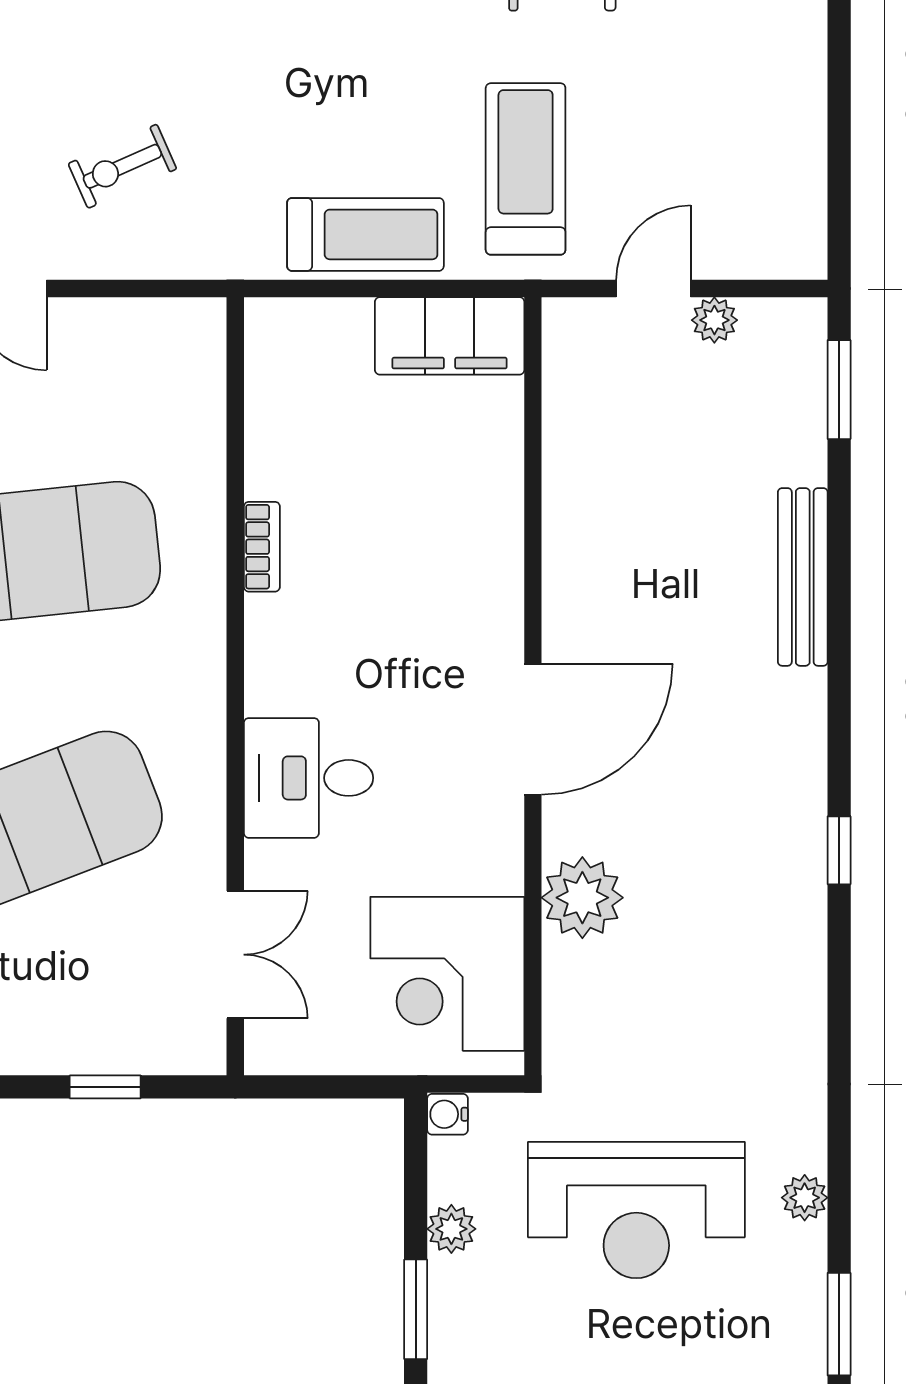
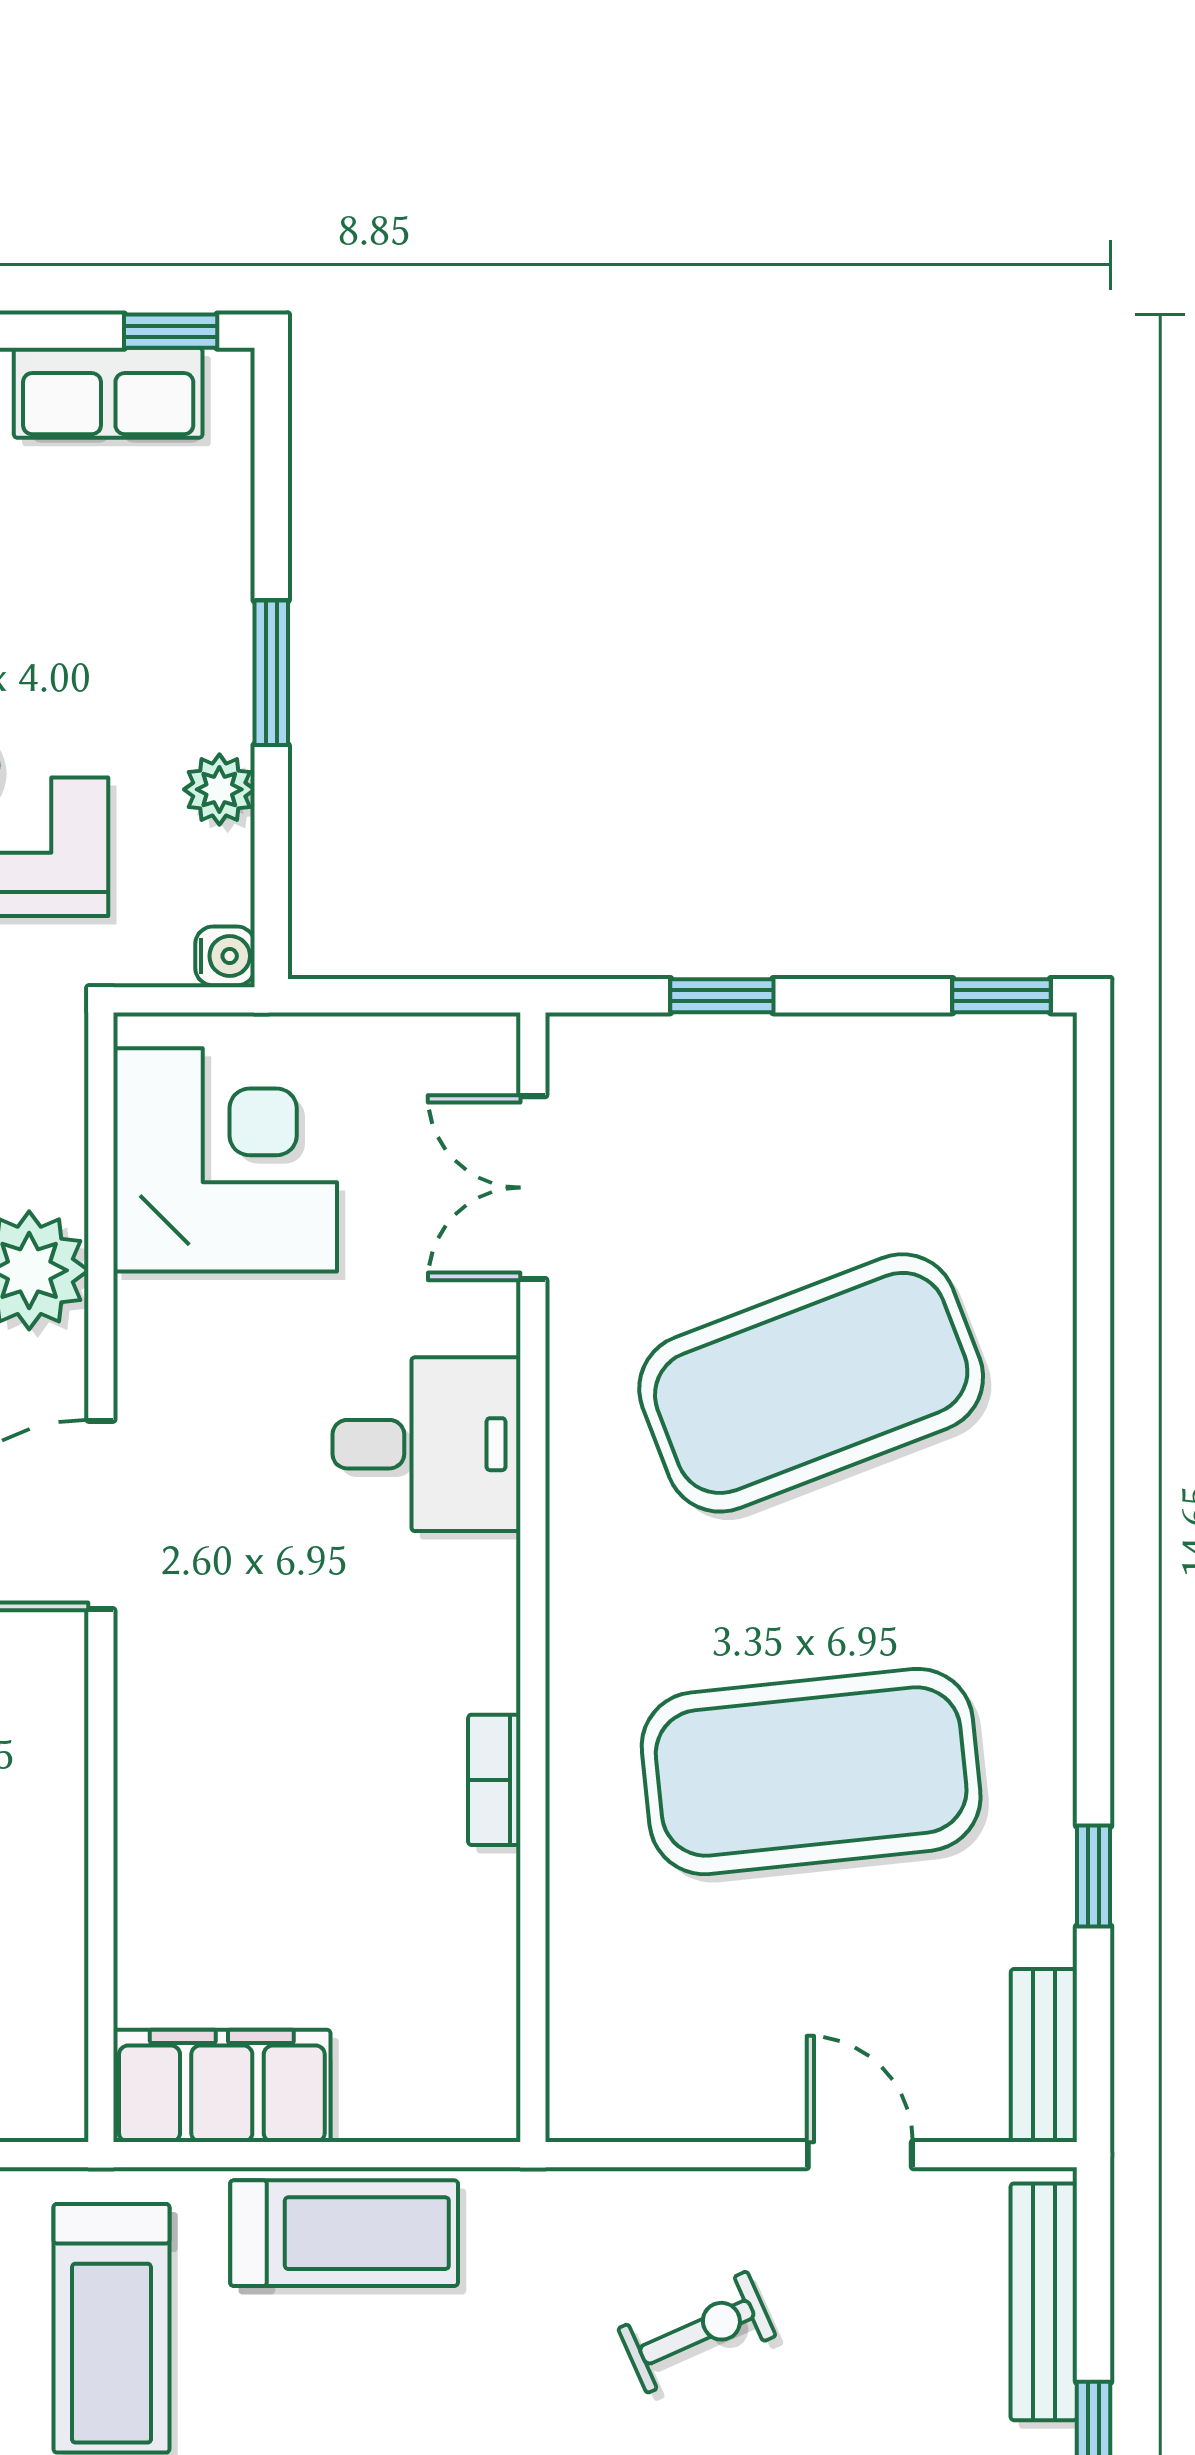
treadmill: (365, 234) -> (344, 2233), turned 180

